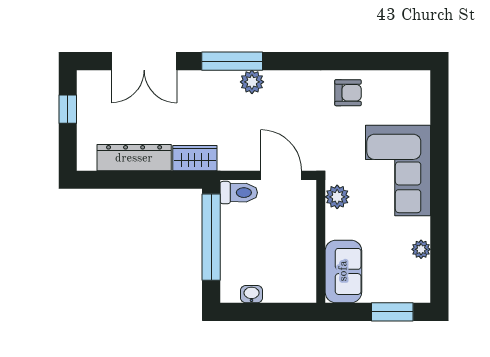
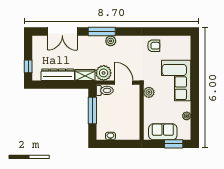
window: (68, 109) -> (28, 66), moved
plant: (236, 153) -> (104, 73), added
window: (211, 237) -> (92, 110), width x0.68
sofa: (343, 271) -> (163, 132), moved, turned -90

